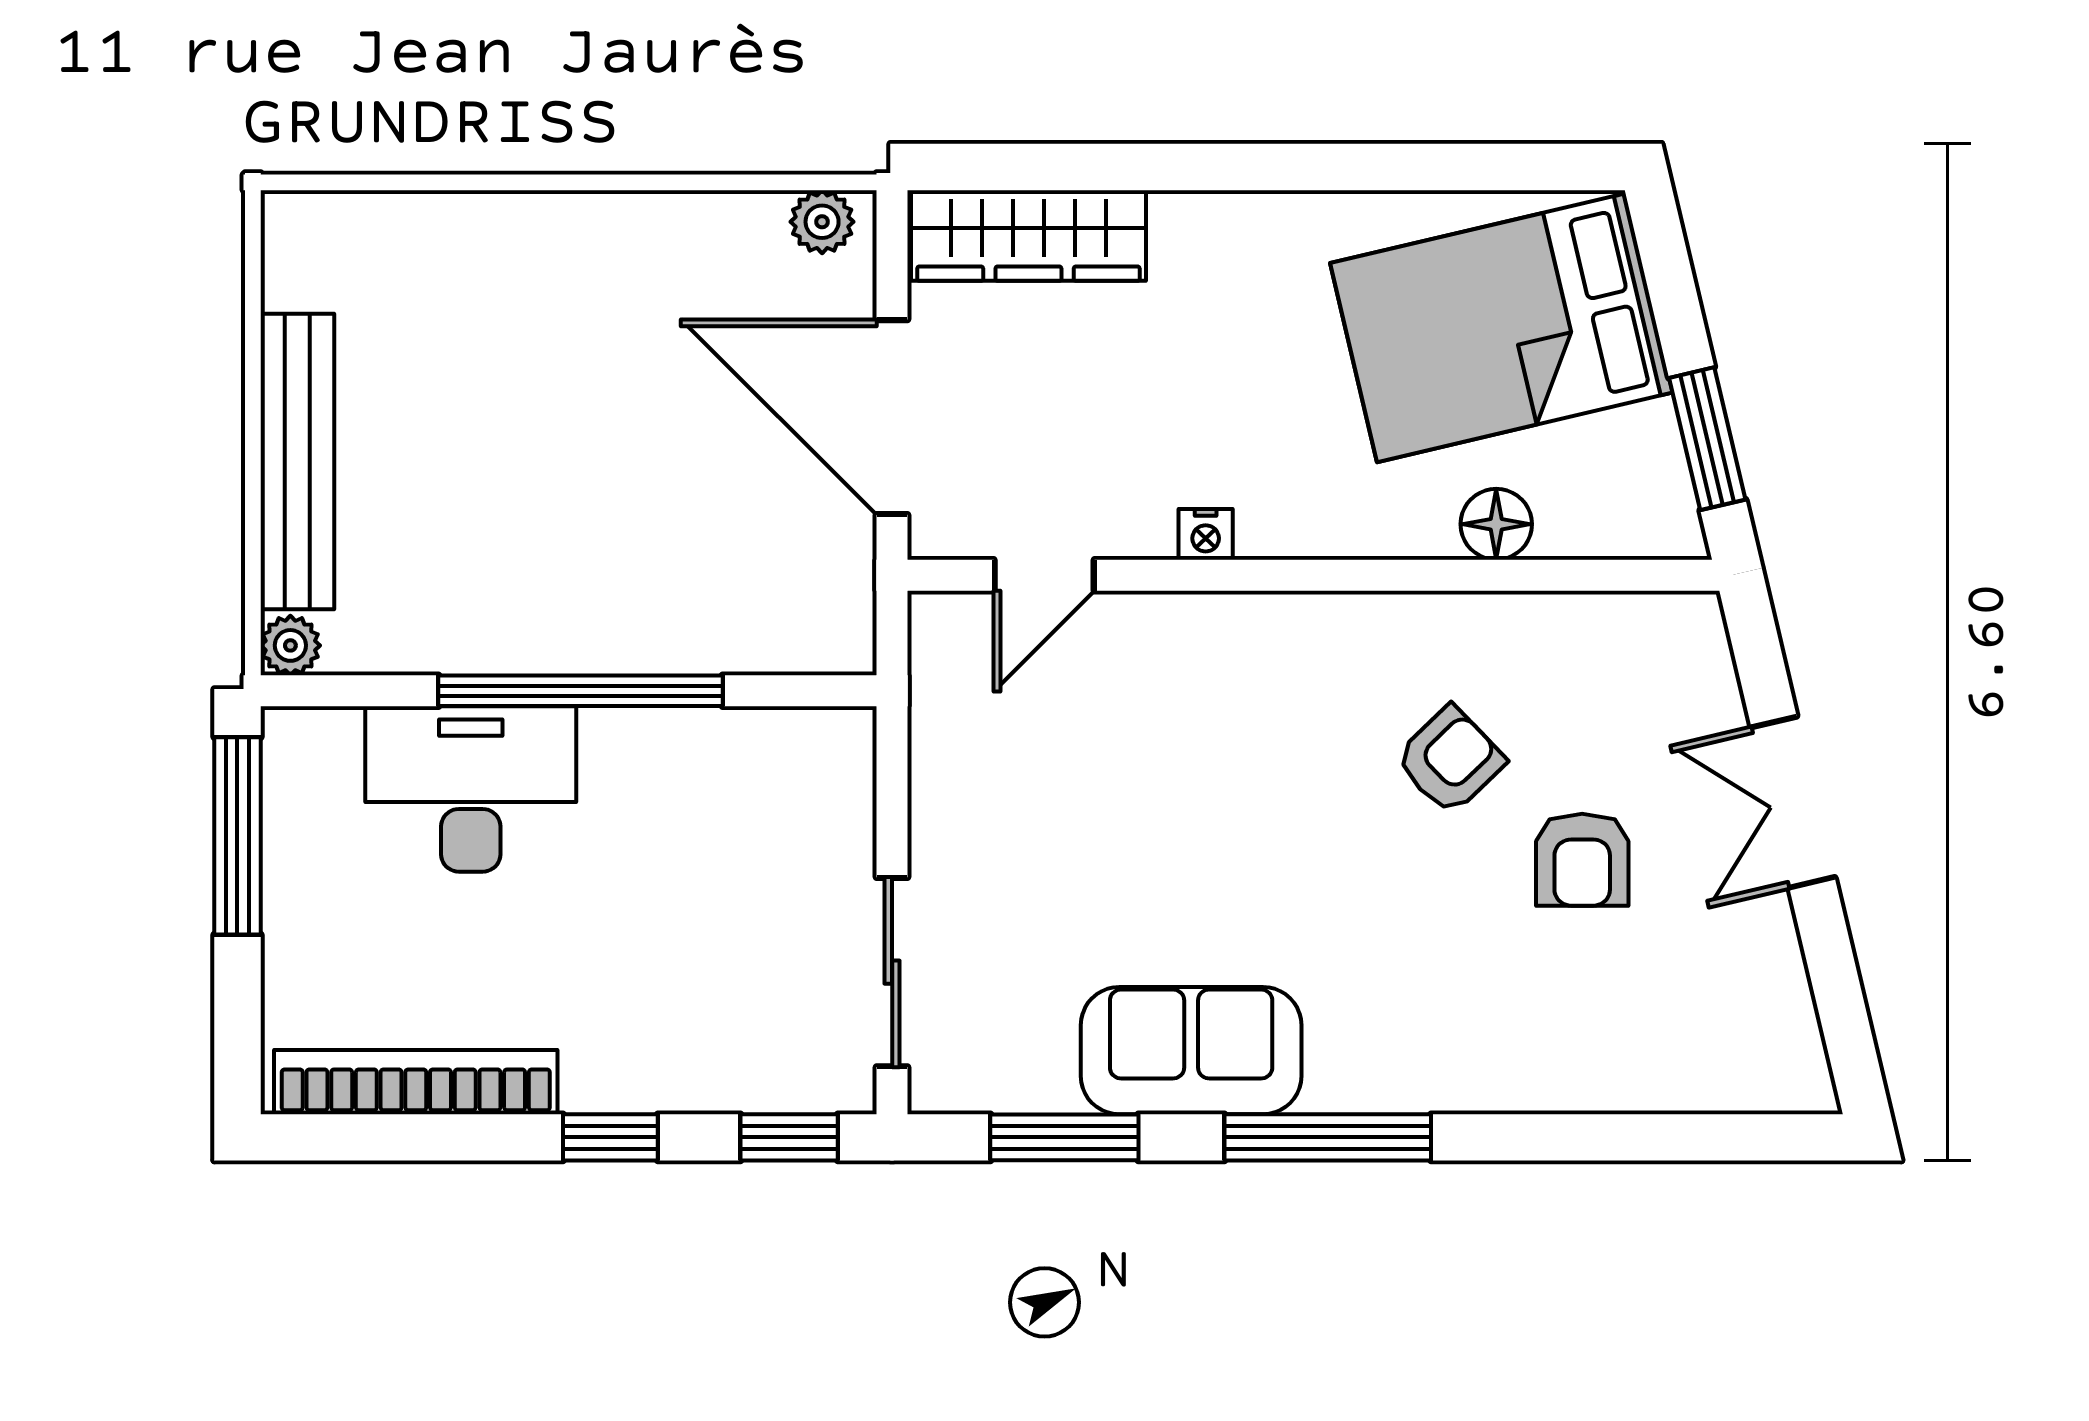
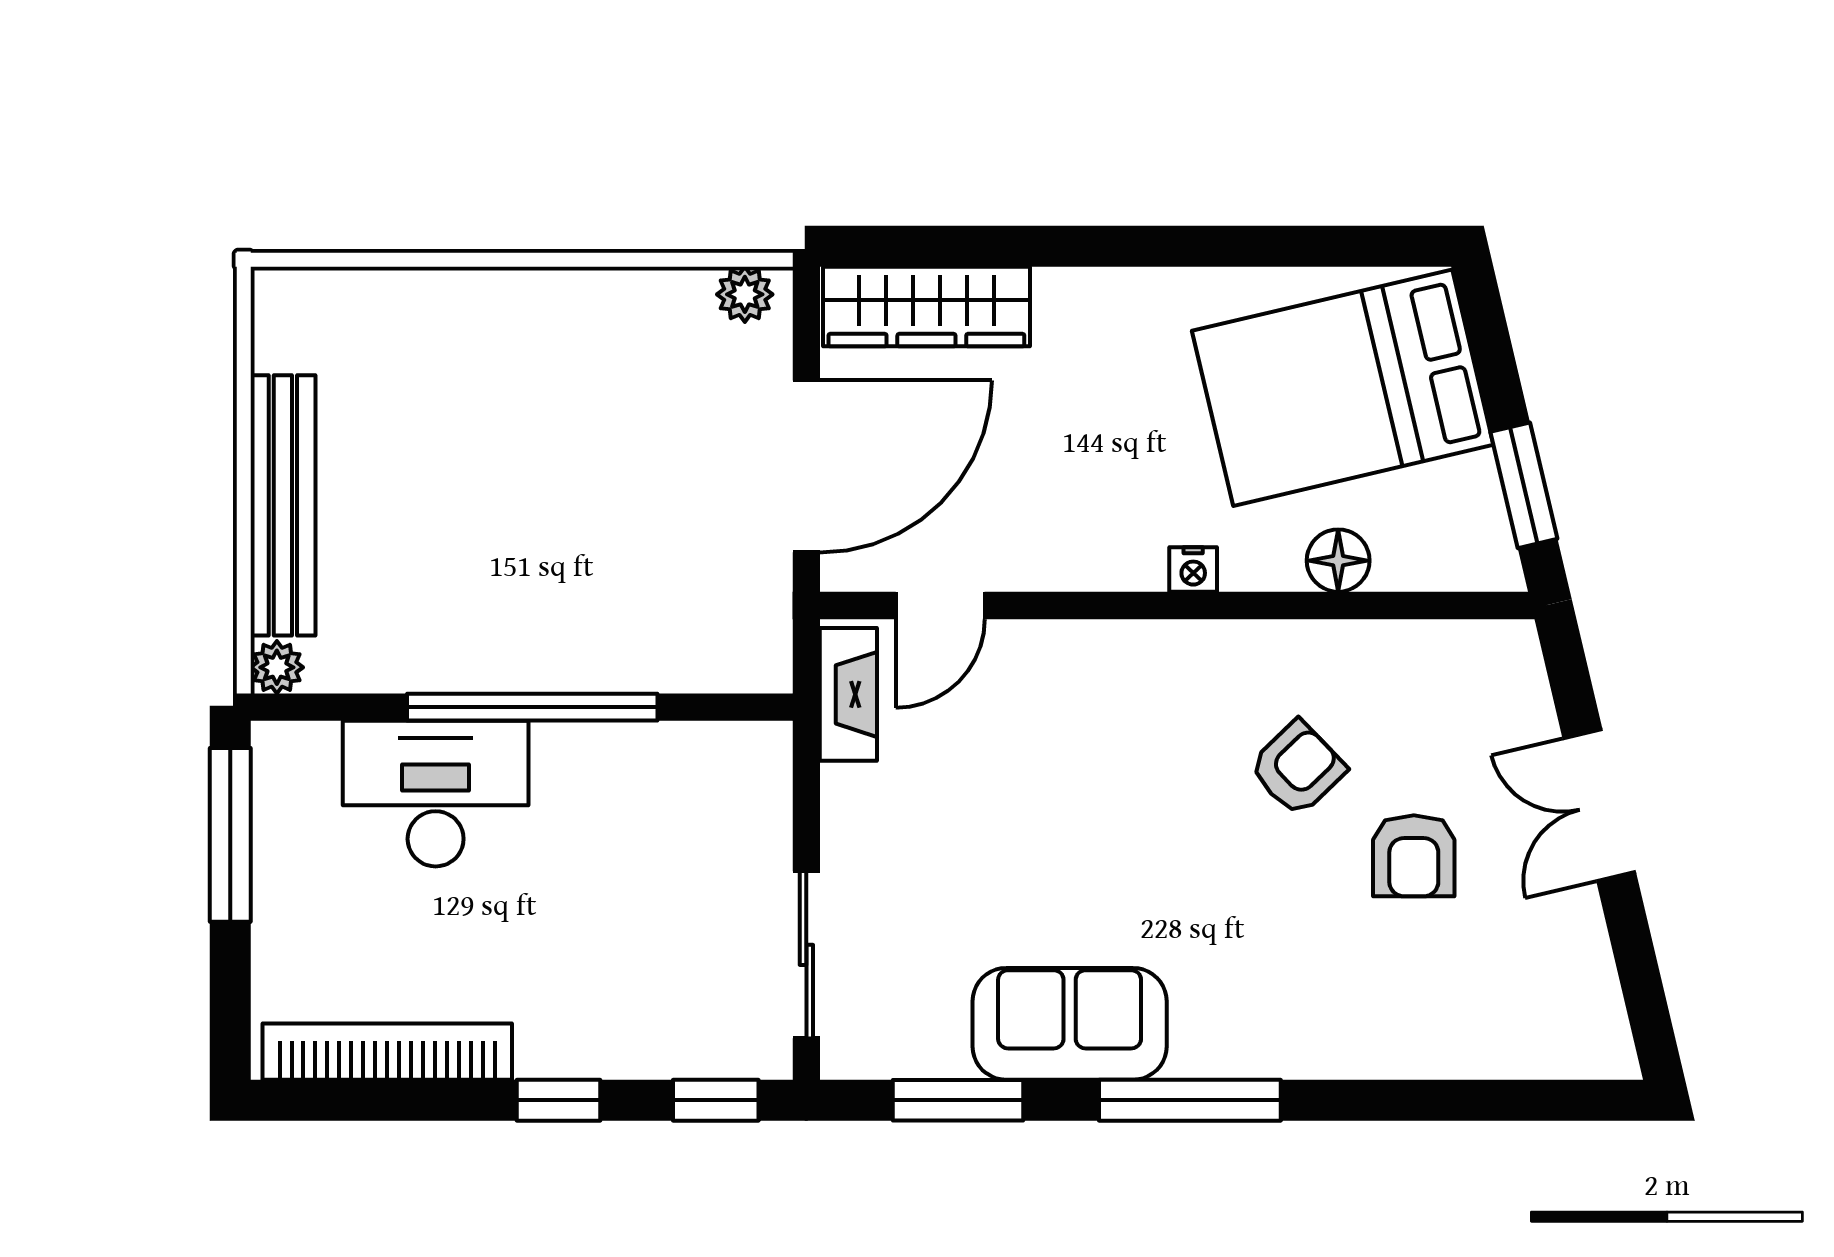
door: (892, 417) -> (806, 466), swing flipped
nightstand: (1206, 534) -> (1193, 569), moved
fireplace: (940, 676) -> (848, 694), added

